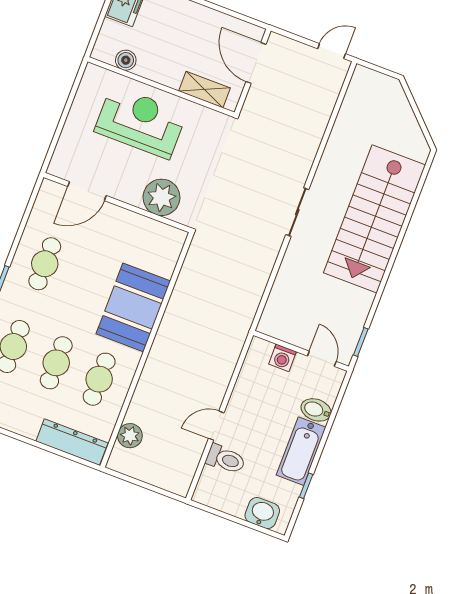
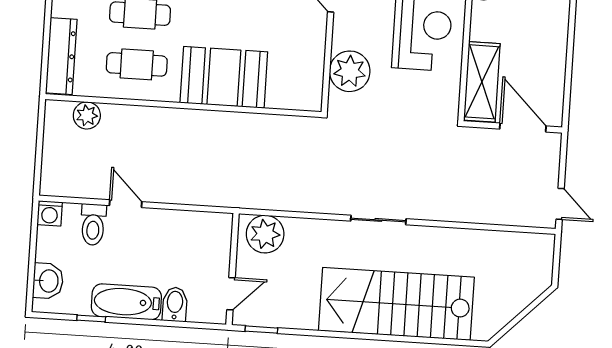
door: (256, 63) -> (523, 127), hinge flipped
shelving: (204, 90) -> (482, 82), width x1.50, depth x1.33
plant: (279, 313) -> (265, 234), added
washing machine: (282, 358) -> (50, 213), moved, turned -90

